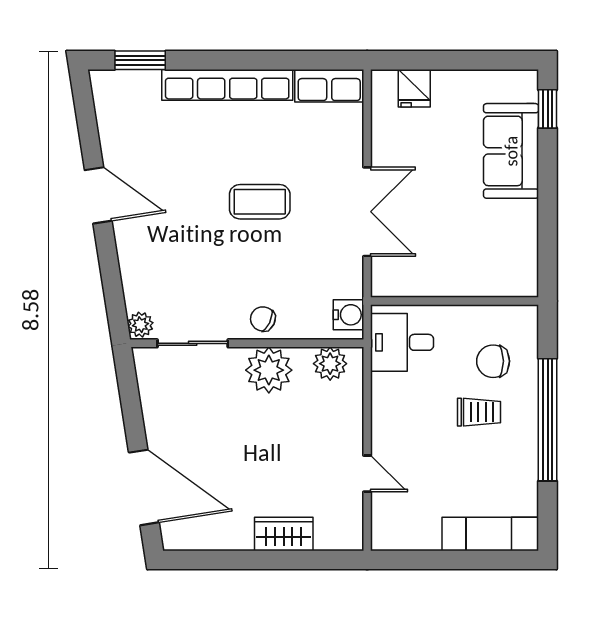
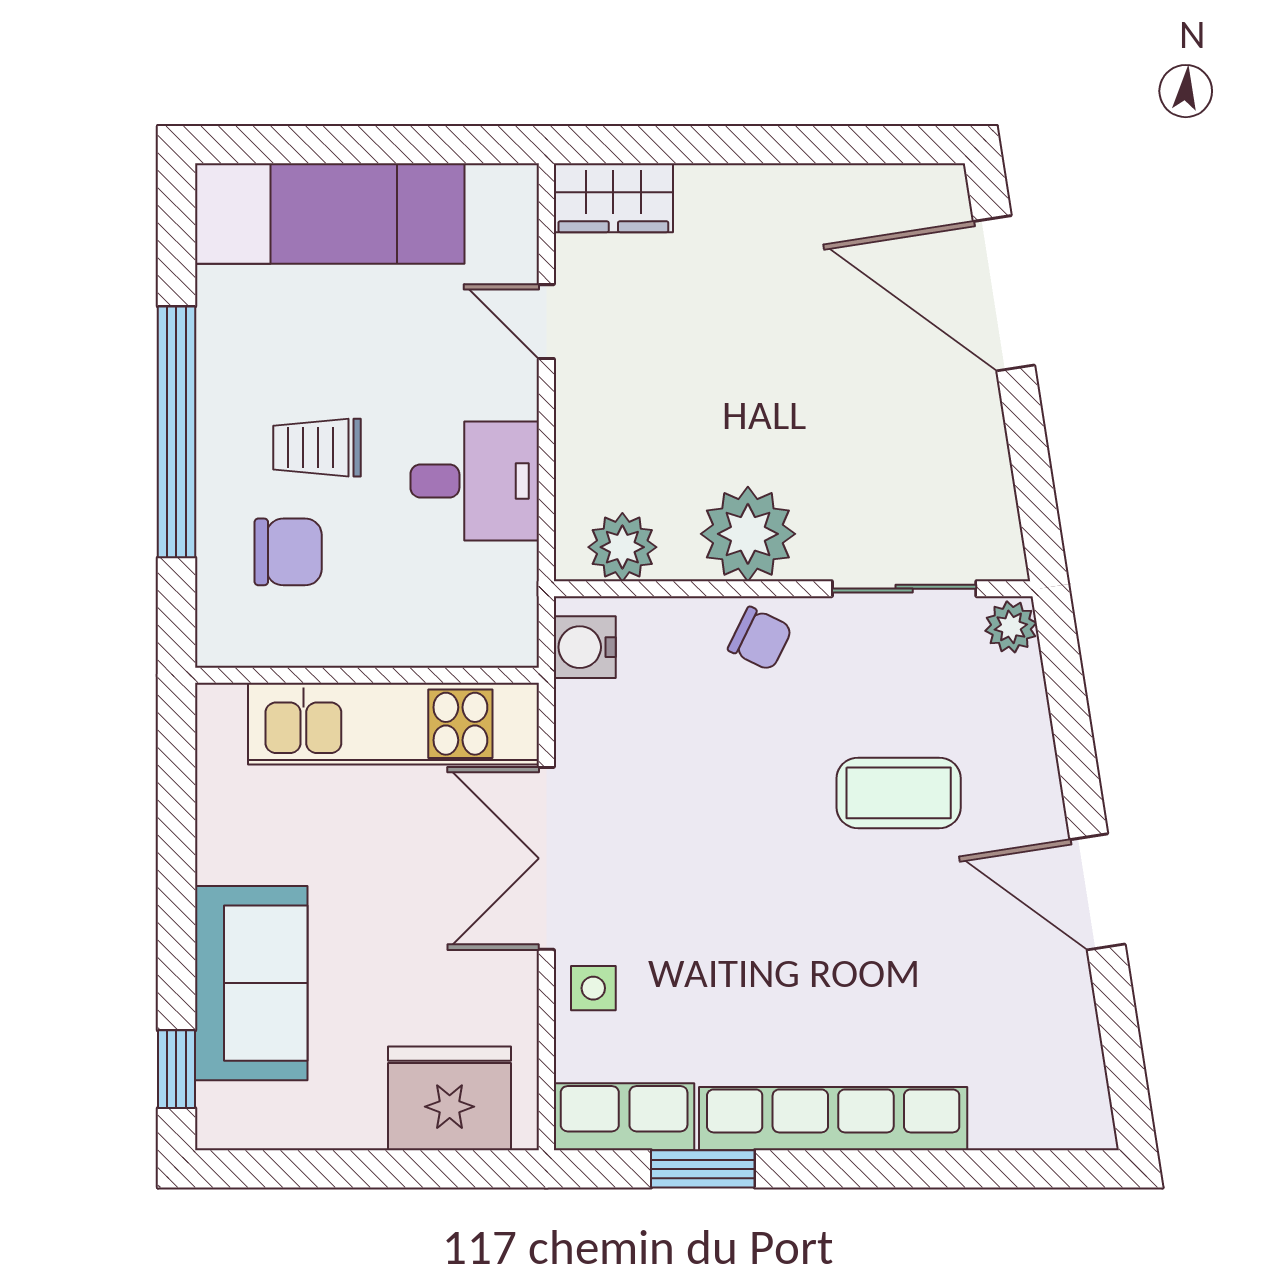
window: (140, 60) -> (703, 1169), moved
fridge: (414, 88) -> (450, 1098), width x1.88, depth x1.34
side table: (344, 148) -> (593, 988), added
coffee table: (260, 202) -> (899, 793), moved
kitchen unit: (442, 277) -> (394, 724), added
desk: (402, 342) -> (475, 481), moved
wardrobe: (284, 534) -> (613, 198), moved
exam couch: (490, 534) -> (330, 213), width x1.36, depth x1.45

